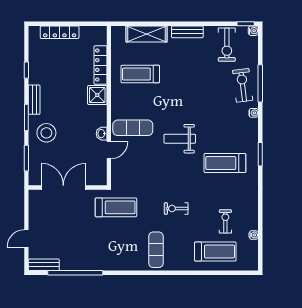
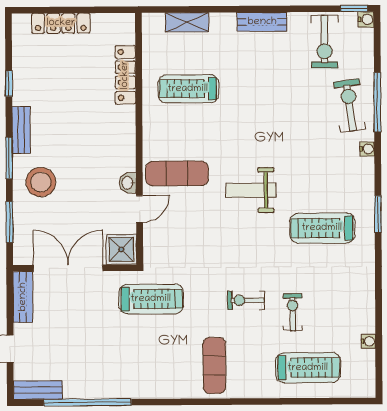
shelving: (147, 34) -> (187, 22), width x0.67, depth x0.75
shower: (97, 95) -> (121, 249), moved
bench: (35, 206) -> (23, 297), added
exercise bike: (225, 221) -> (293, 312), moved

